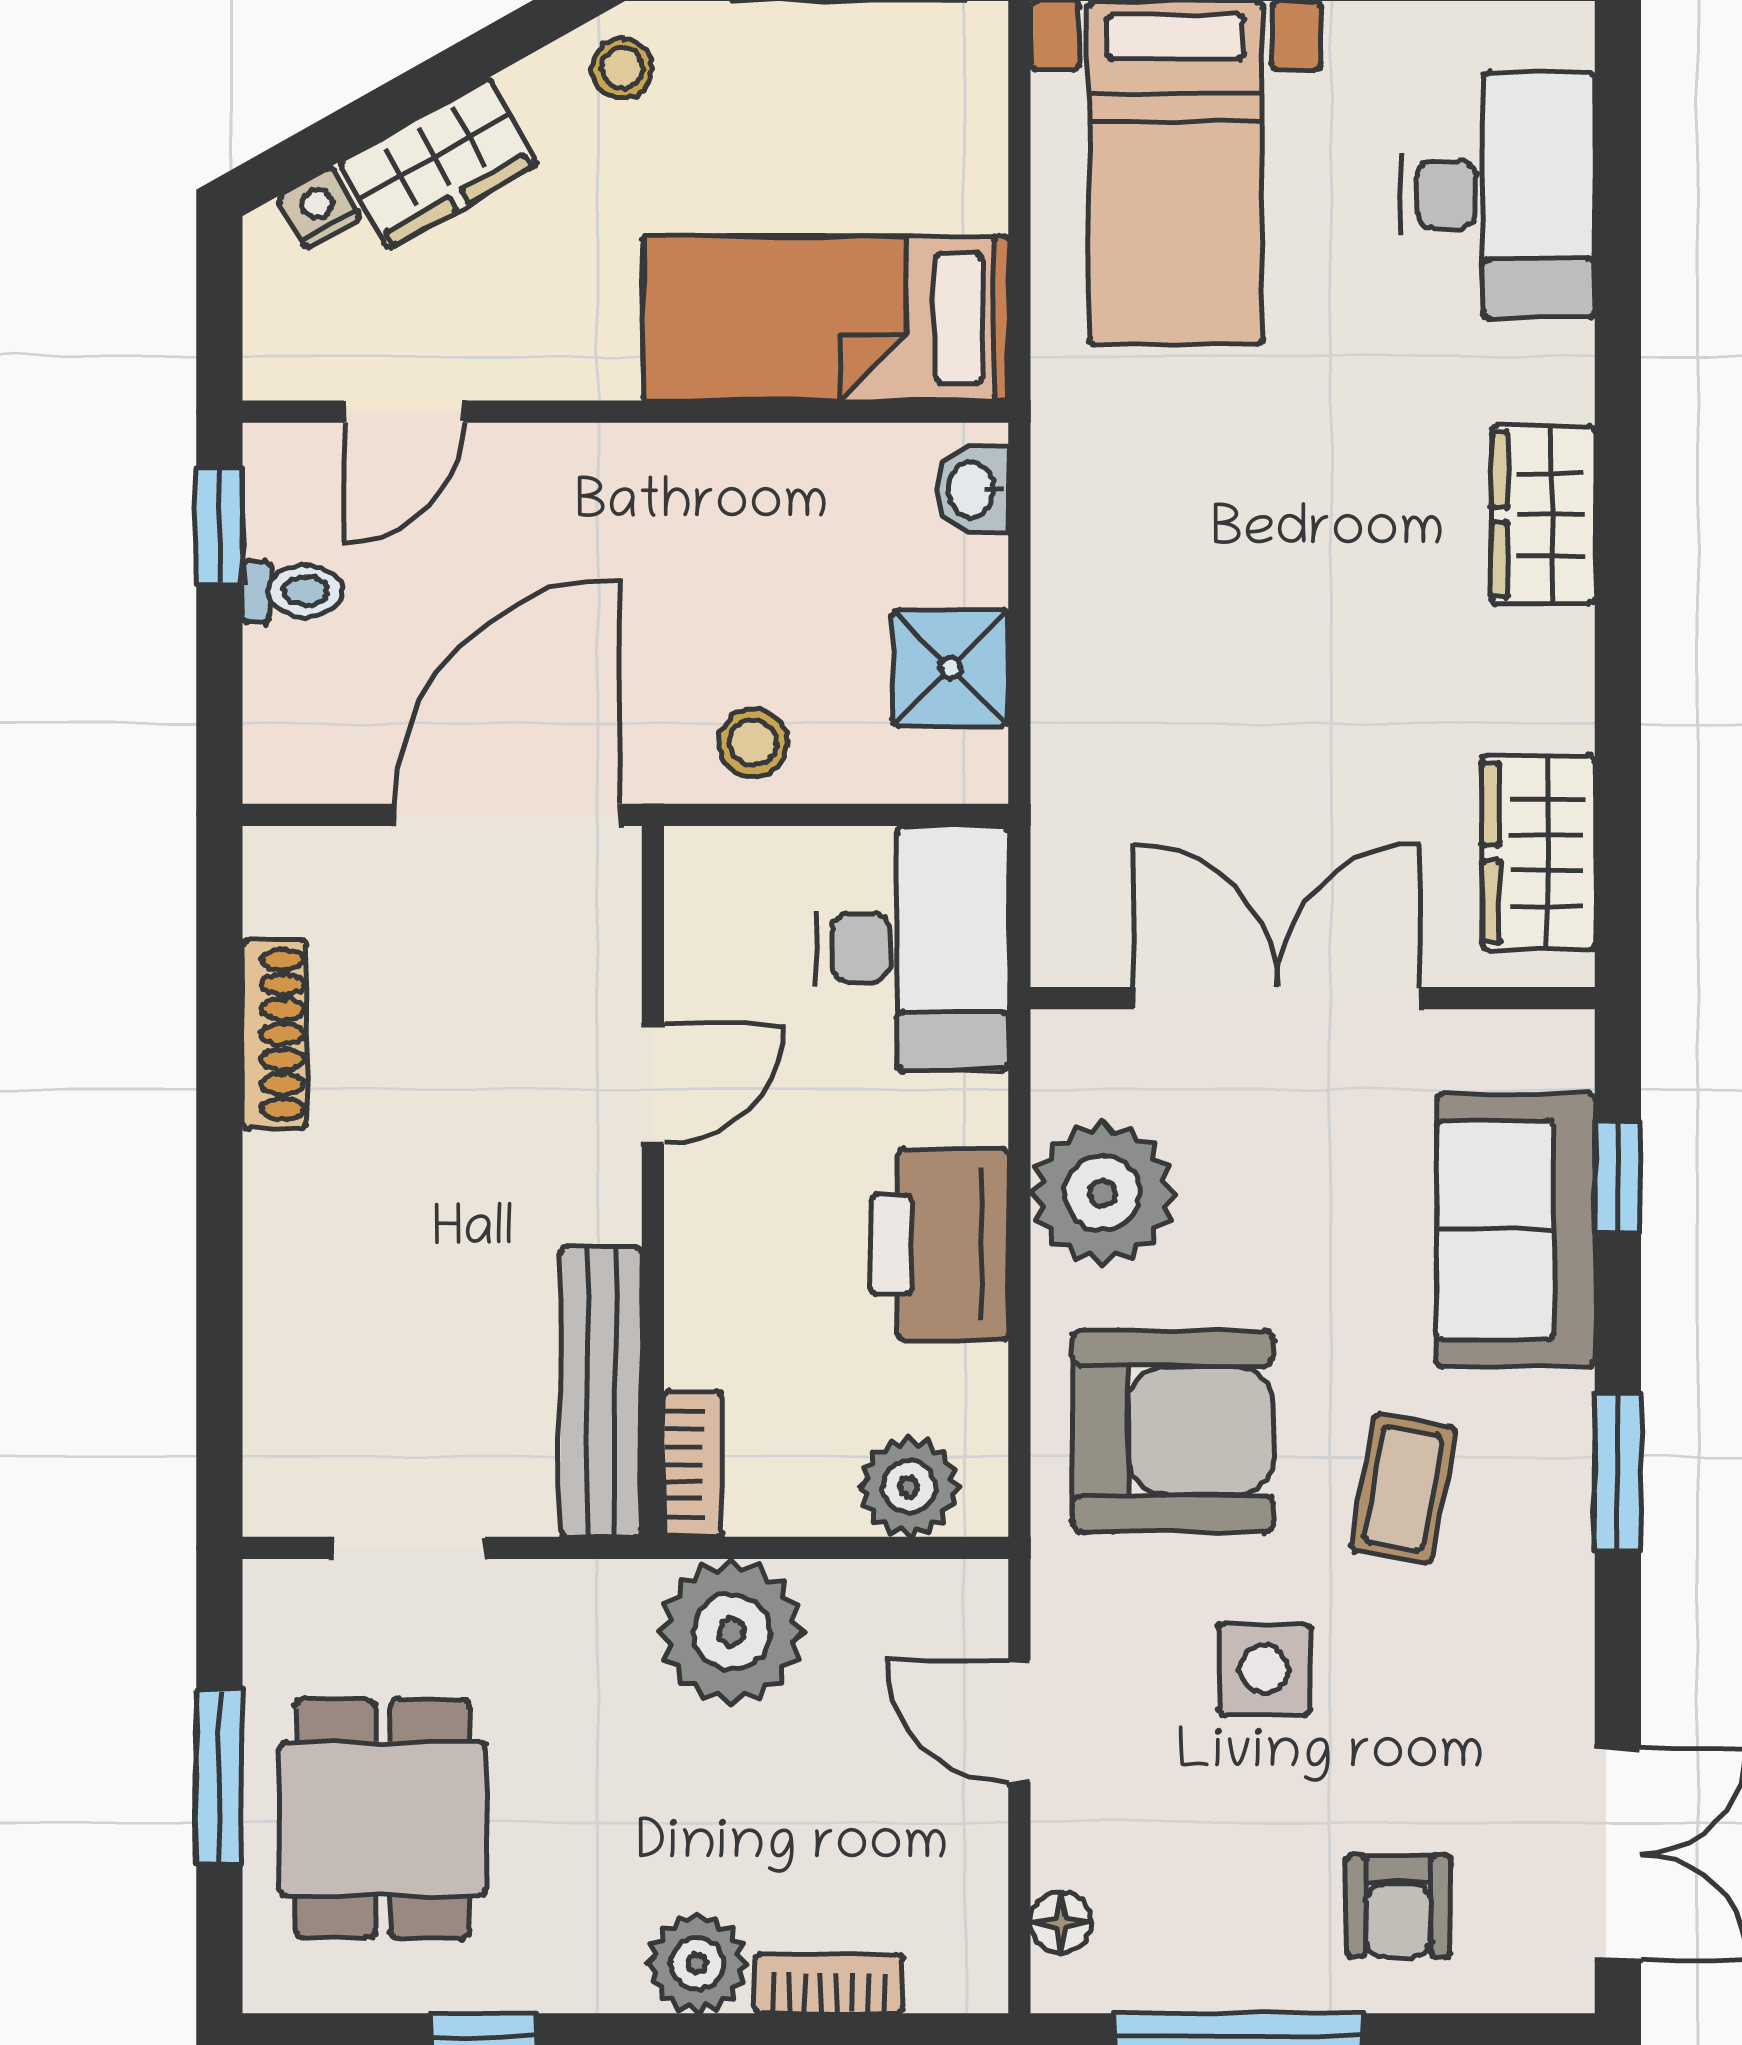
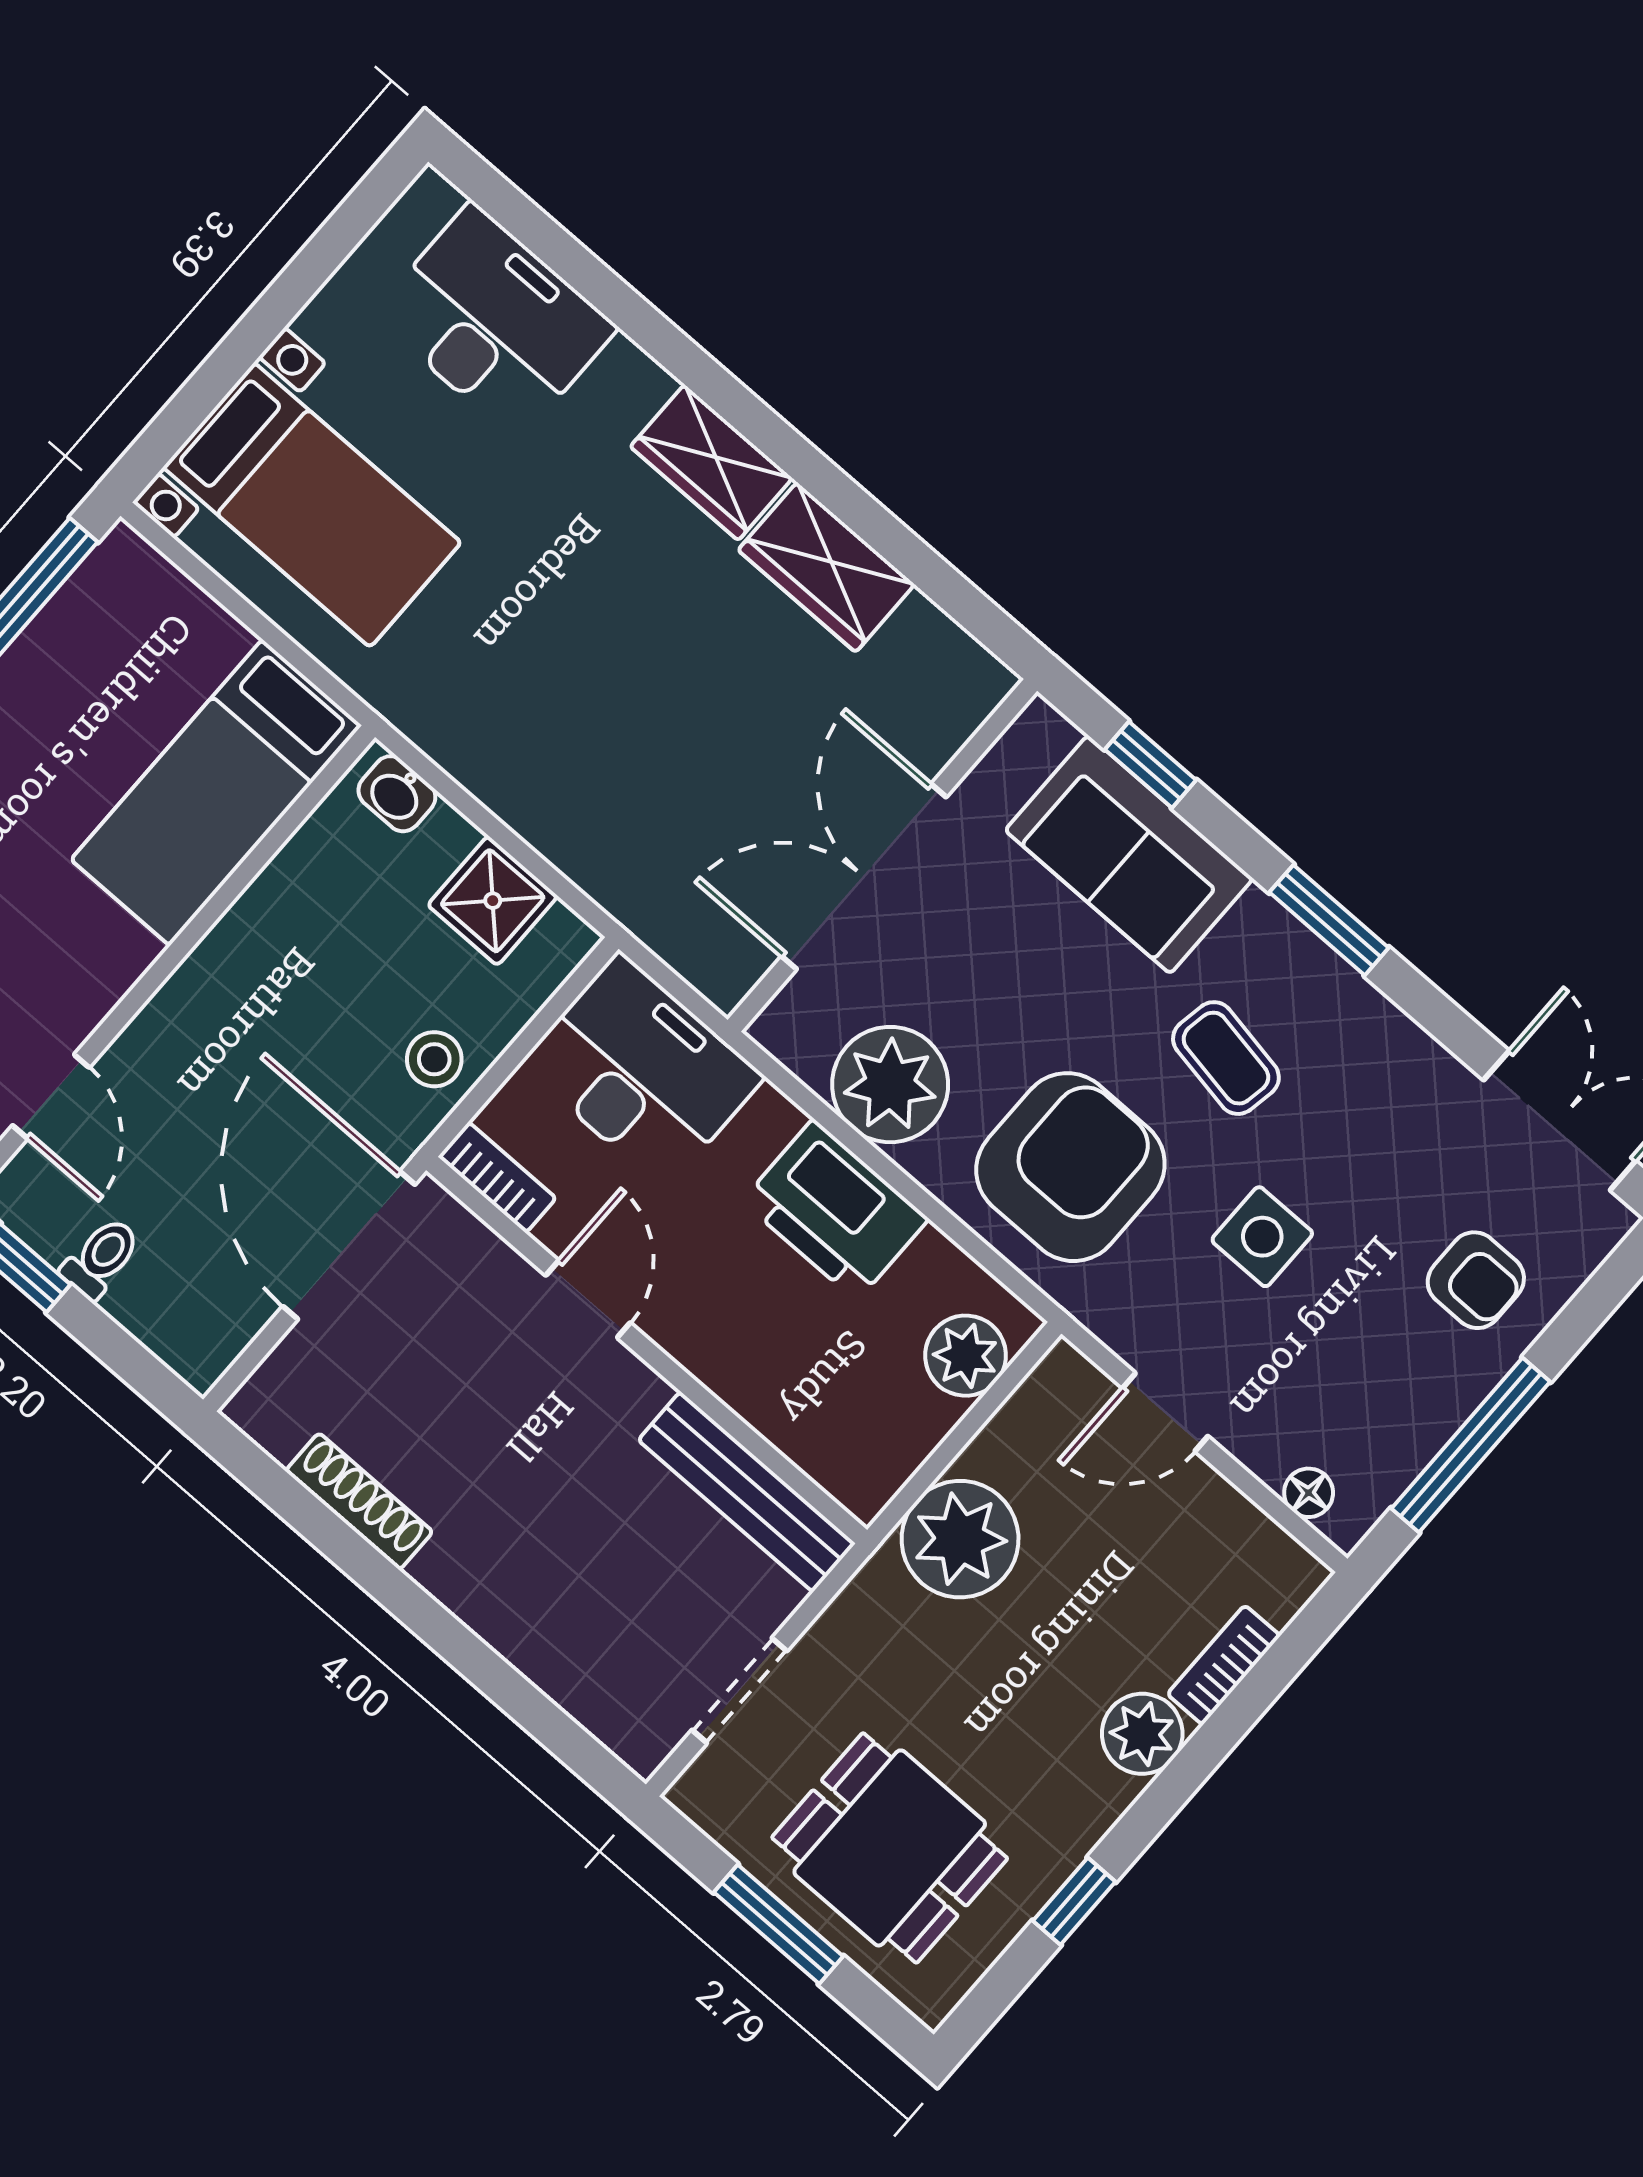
wardrobe: (1538, 853) -> (826, 567), moved
bookcase: (693, 1464) -> (497, 1177), moved

